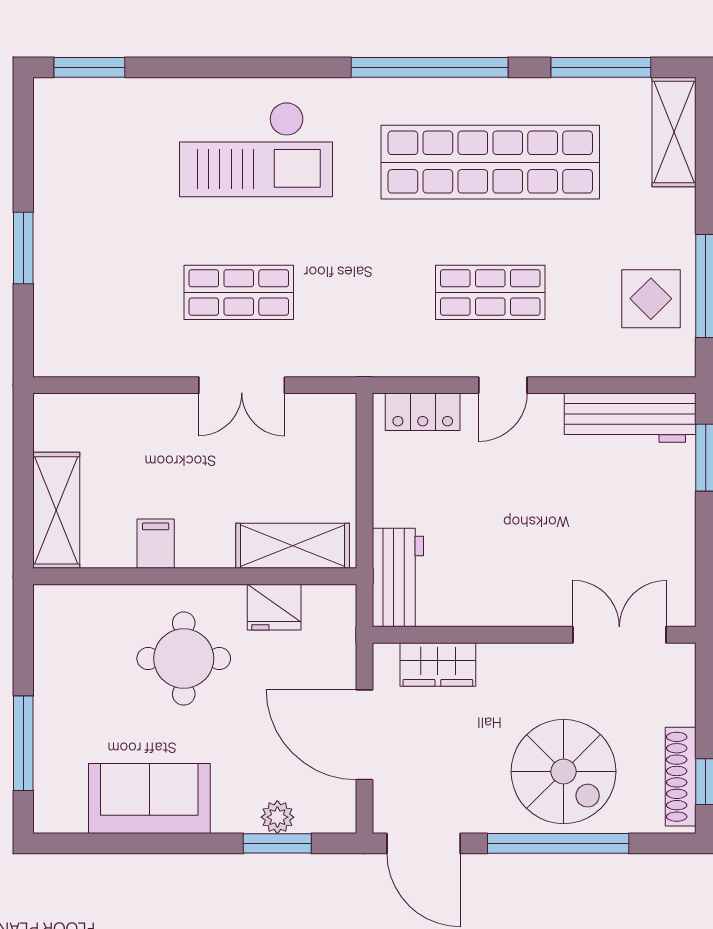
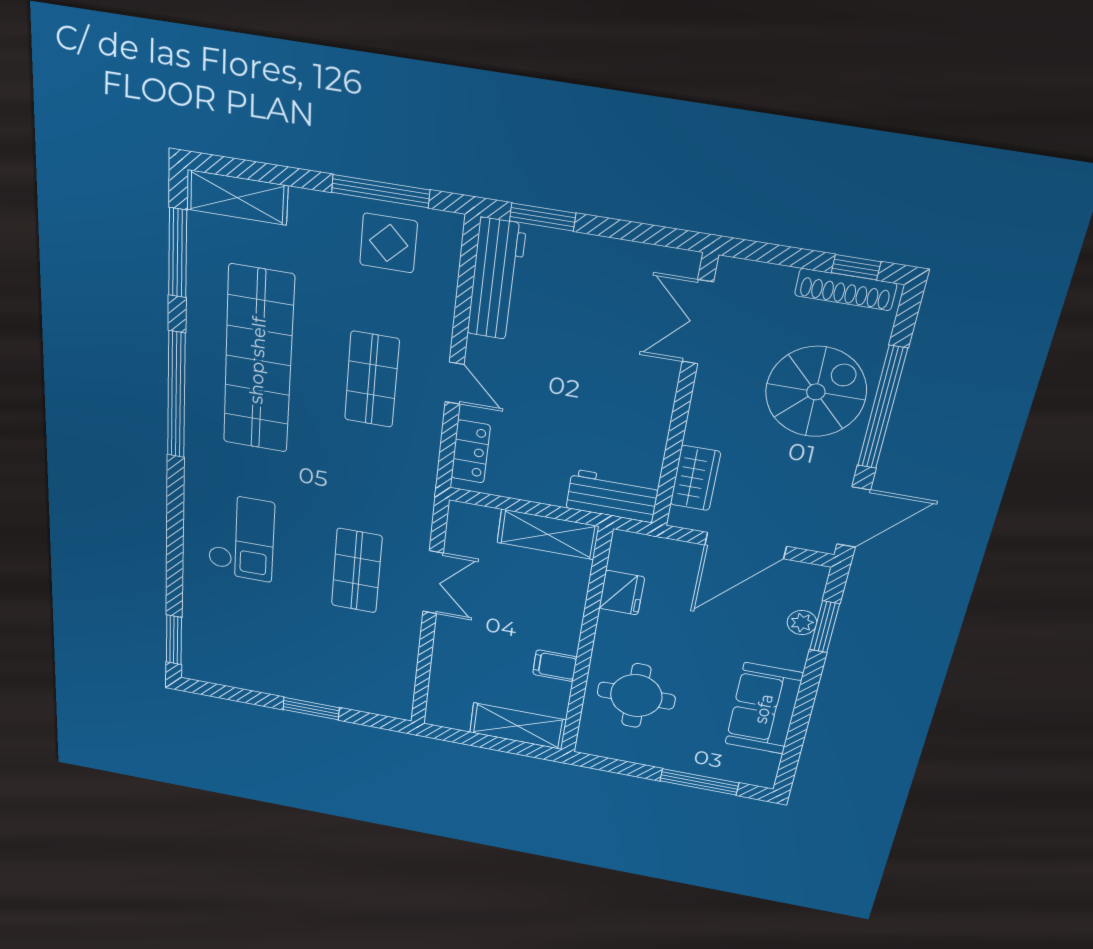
checkout: (256, 149) -> (241, 537), width x0.73, depth x0.83
shelving: (293, 546) -> (548, 534), moved, turned 90
round table: (184, 659) -> (636, 696), moved

